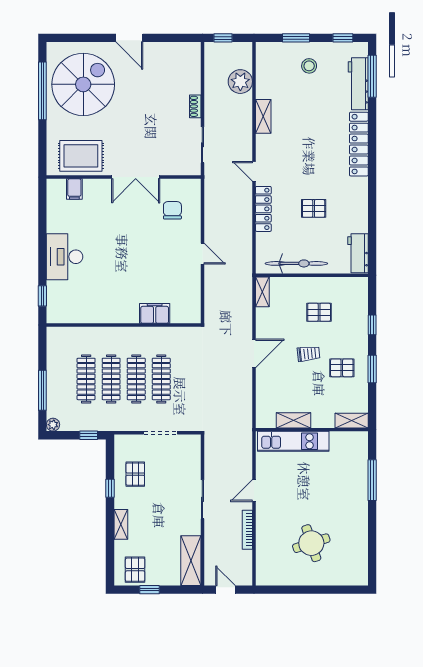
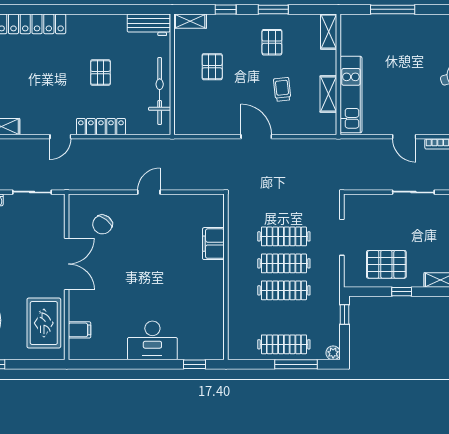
chair: (172, 210) -> (102, 224), turned -52
shelving: (262, 292) -> (190, 21), moved
trolley: (308, 354) -> (282, 89), moved
clothes rail: (86, 379) -> (284, 344), moved
pallet: (135, 474) -> (386, 264), width x1.50, depth x1.42

